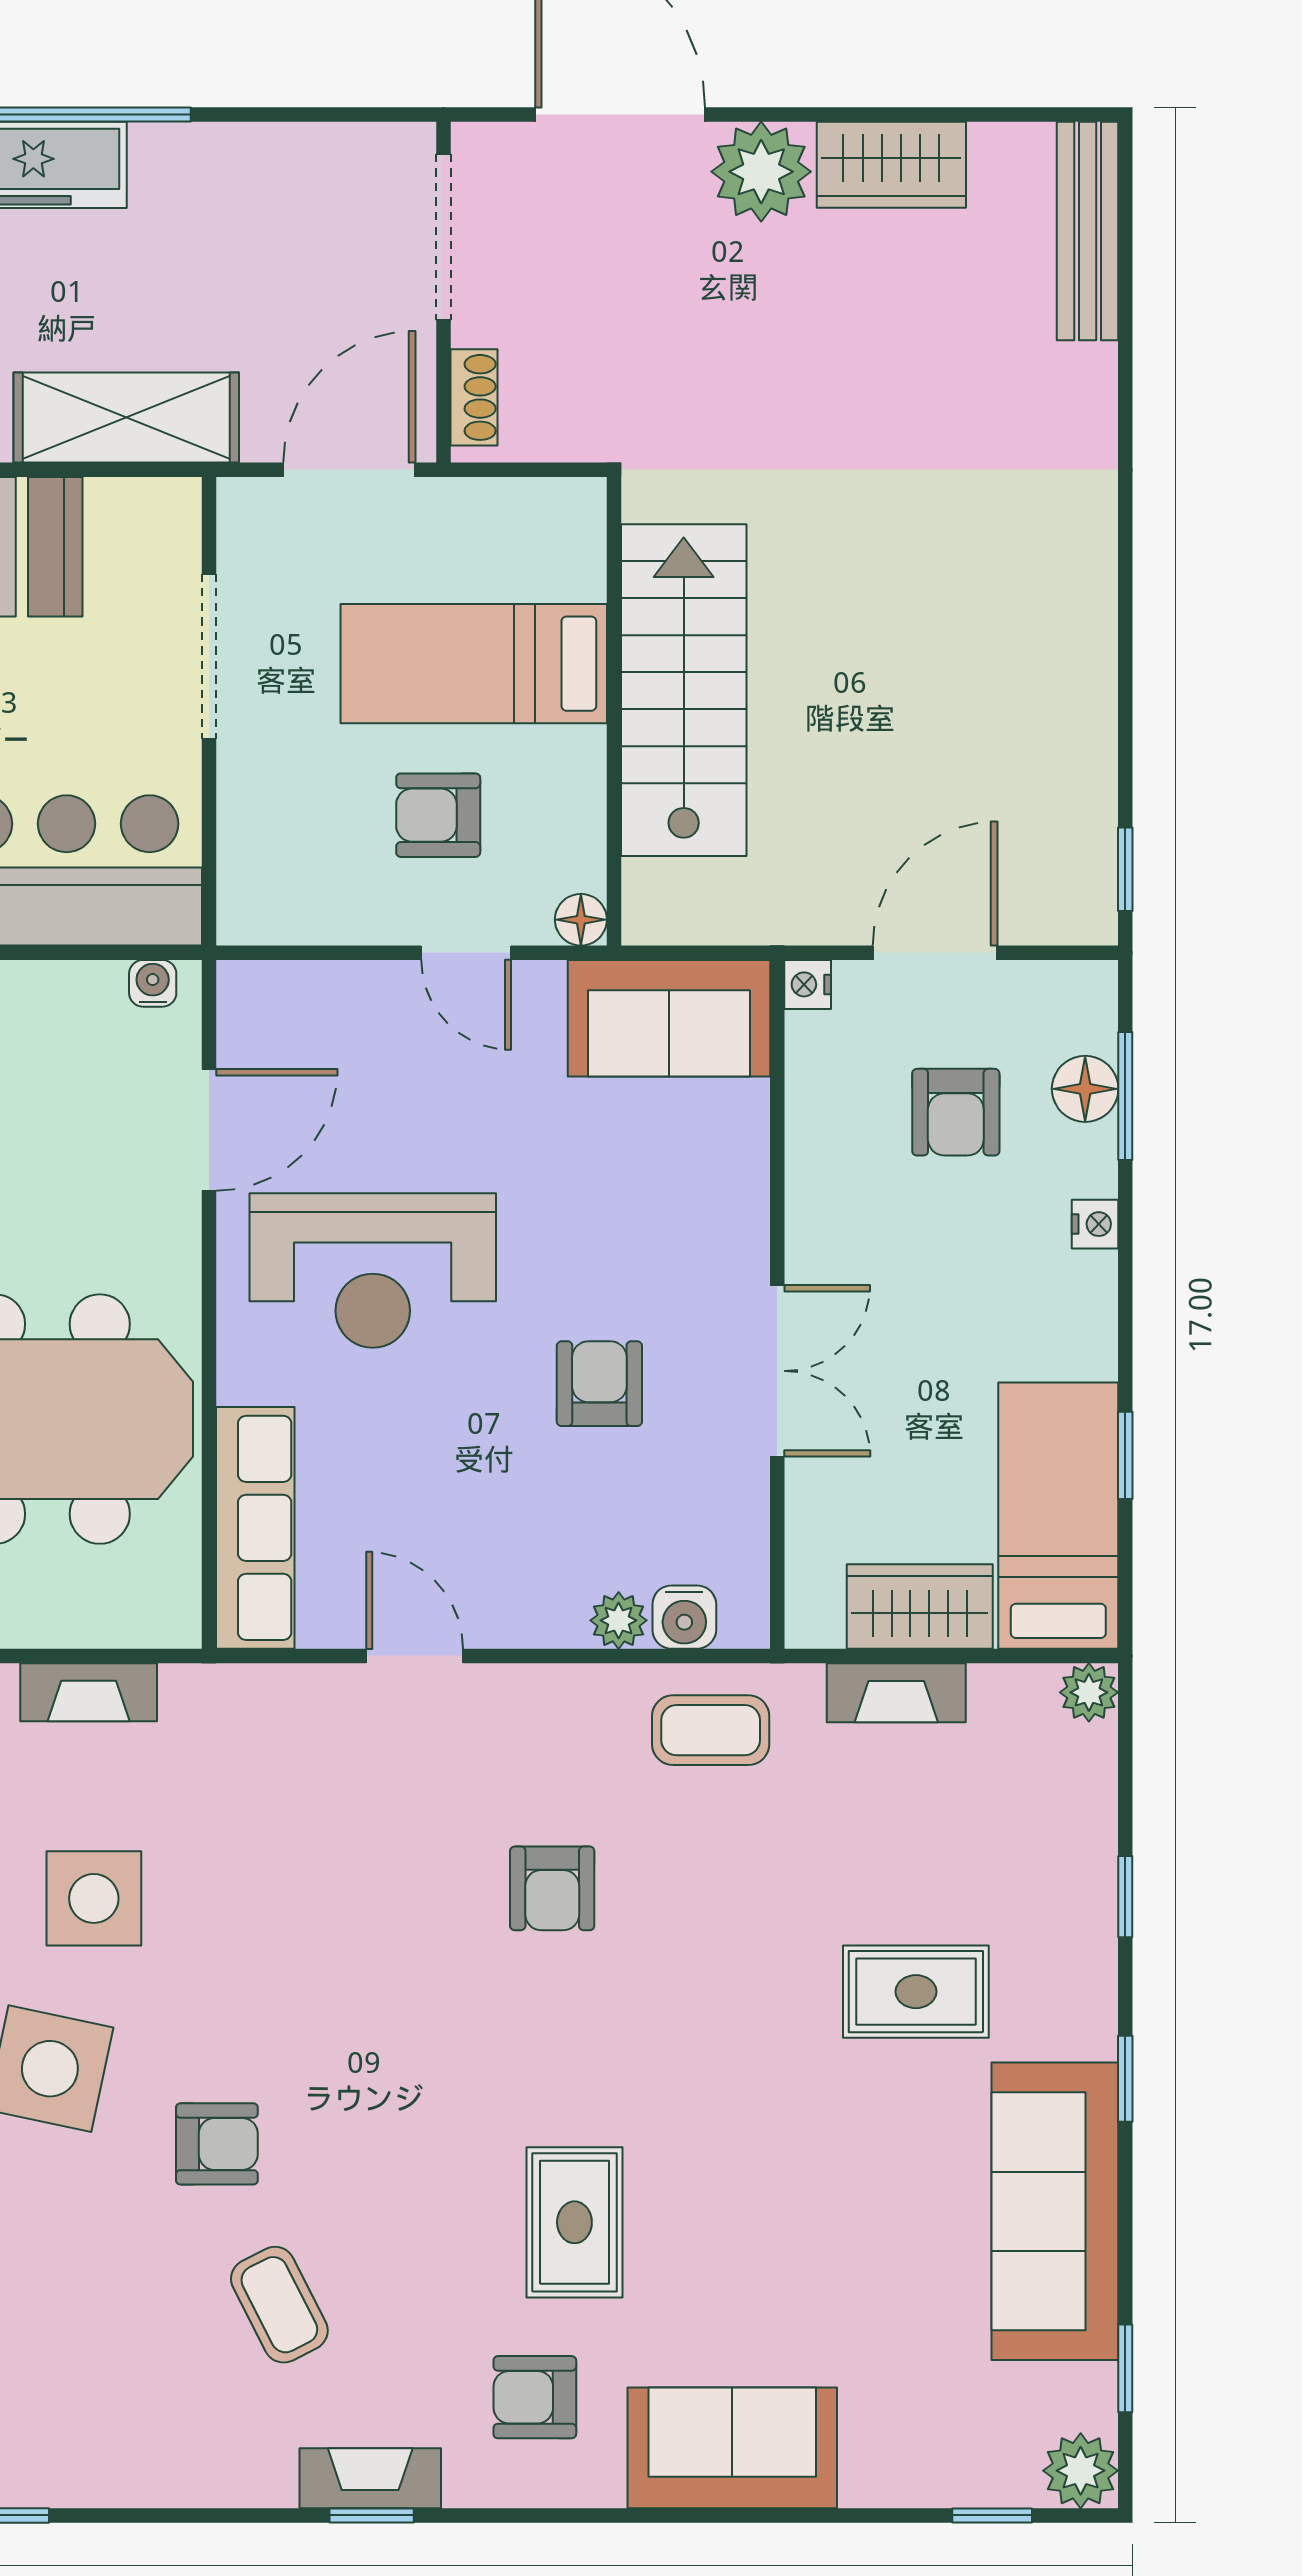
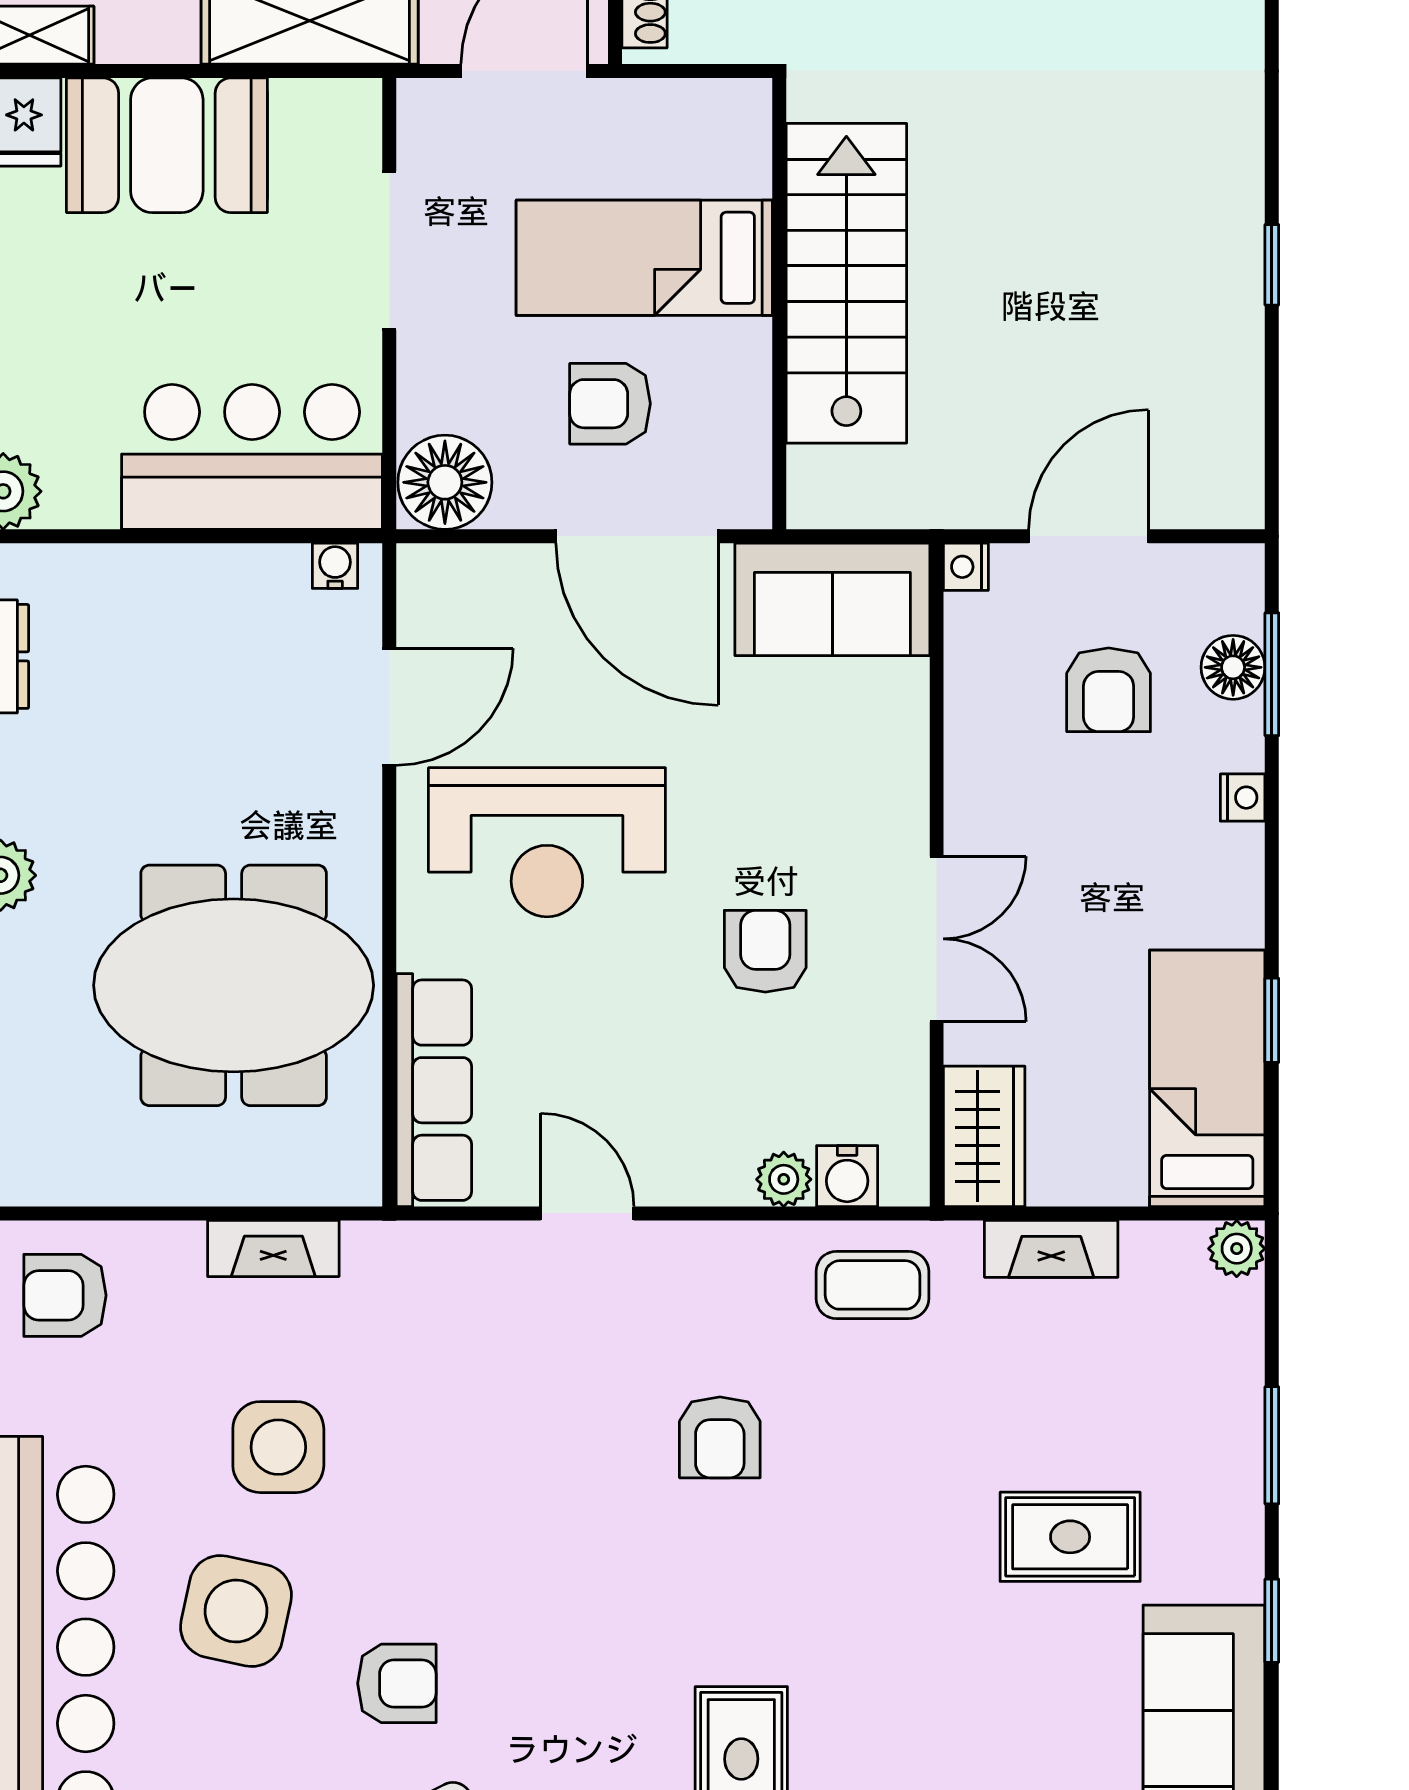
window: (1125, 869) -> (1272, 265), moved
floor lamp: (581, 920) -> (445, 482), moved, width x1.89, depth x1.89
door: (466, 953) -> (637, 536), width x1.87
wardrobe: (920, 1607) -> (984, 1136), moved, turned 90
window: (1125, 1897) -> (1272, 1445), width x1.50

